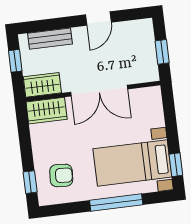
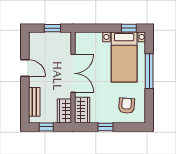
window: (30, 182) -> (105, 127), moved

